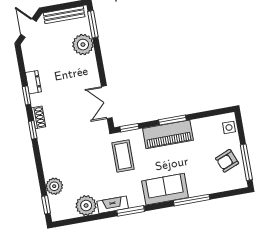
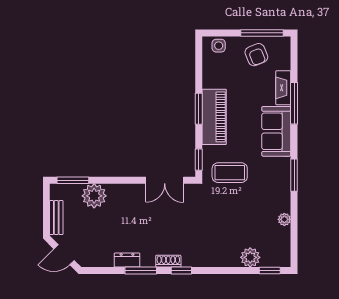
bench: (64, 15) -> (56, 218), width x0.73
window: (27, 95) -> (141, 271), width x1.50
plant: (86, 205) -> (284, 219), width x0.53, depth x0.53
fireplace: (113, 205) -> (283, 88), moved

